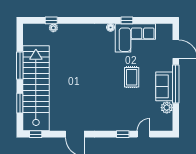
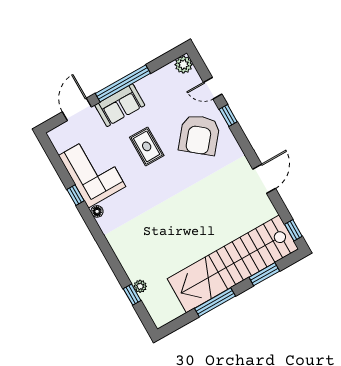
rug: (132, 77) -> (147, 146), turned 90
sofa: (164, 86) -> (120, 105), moved
plant: (167, 108) -> (184, 65), moved
armchair: (121, 111) -> (199, 135), added

